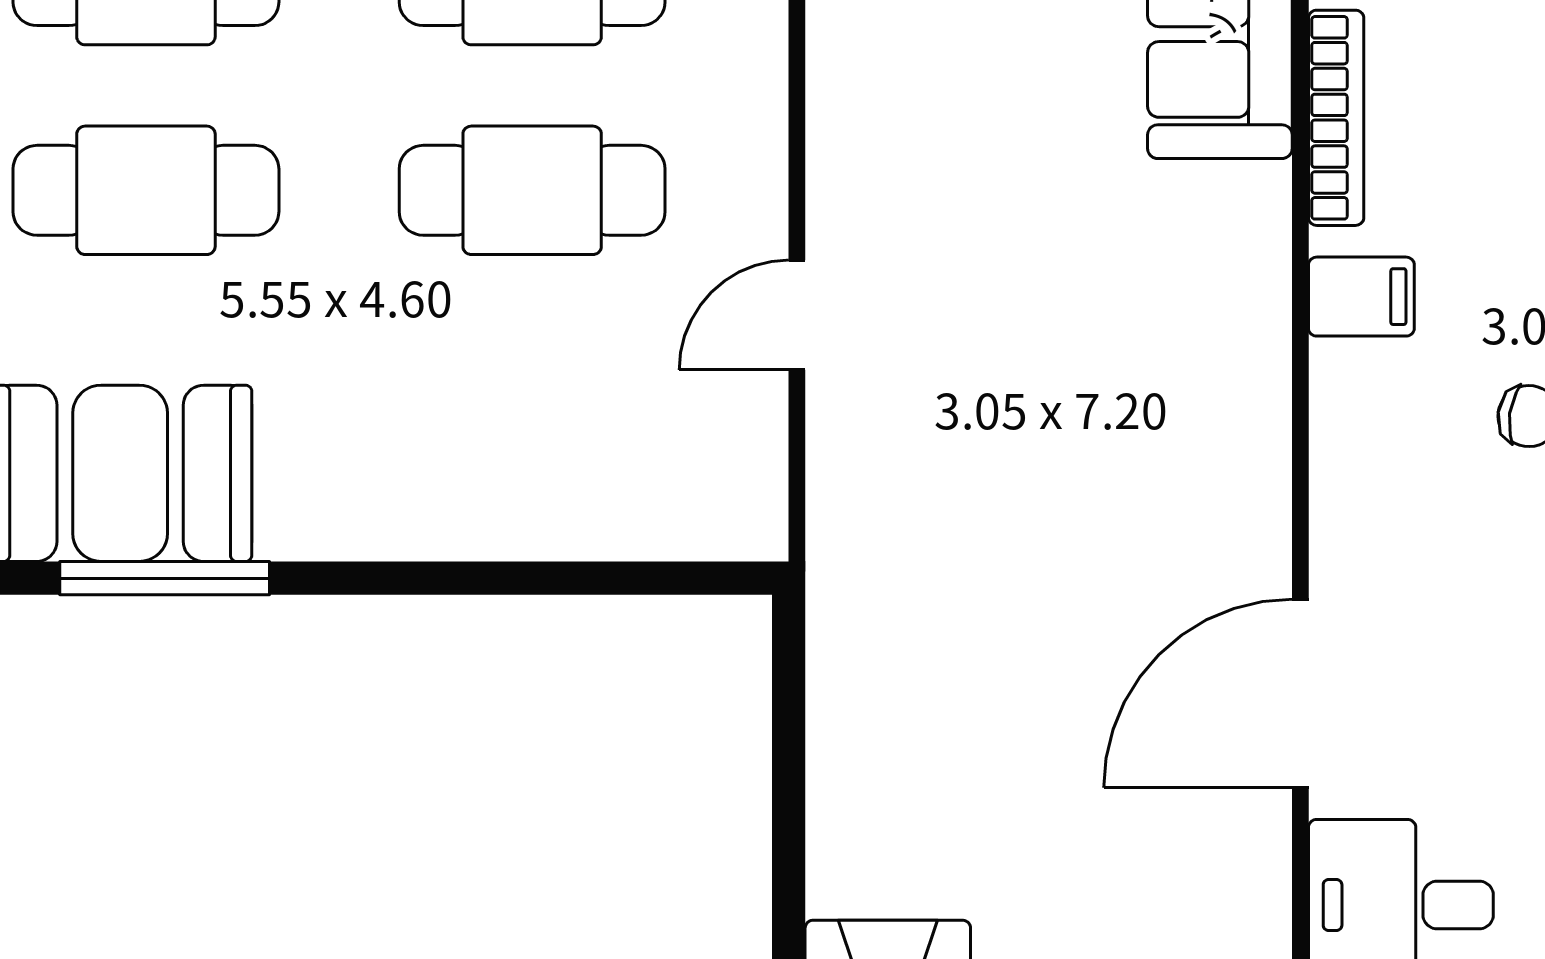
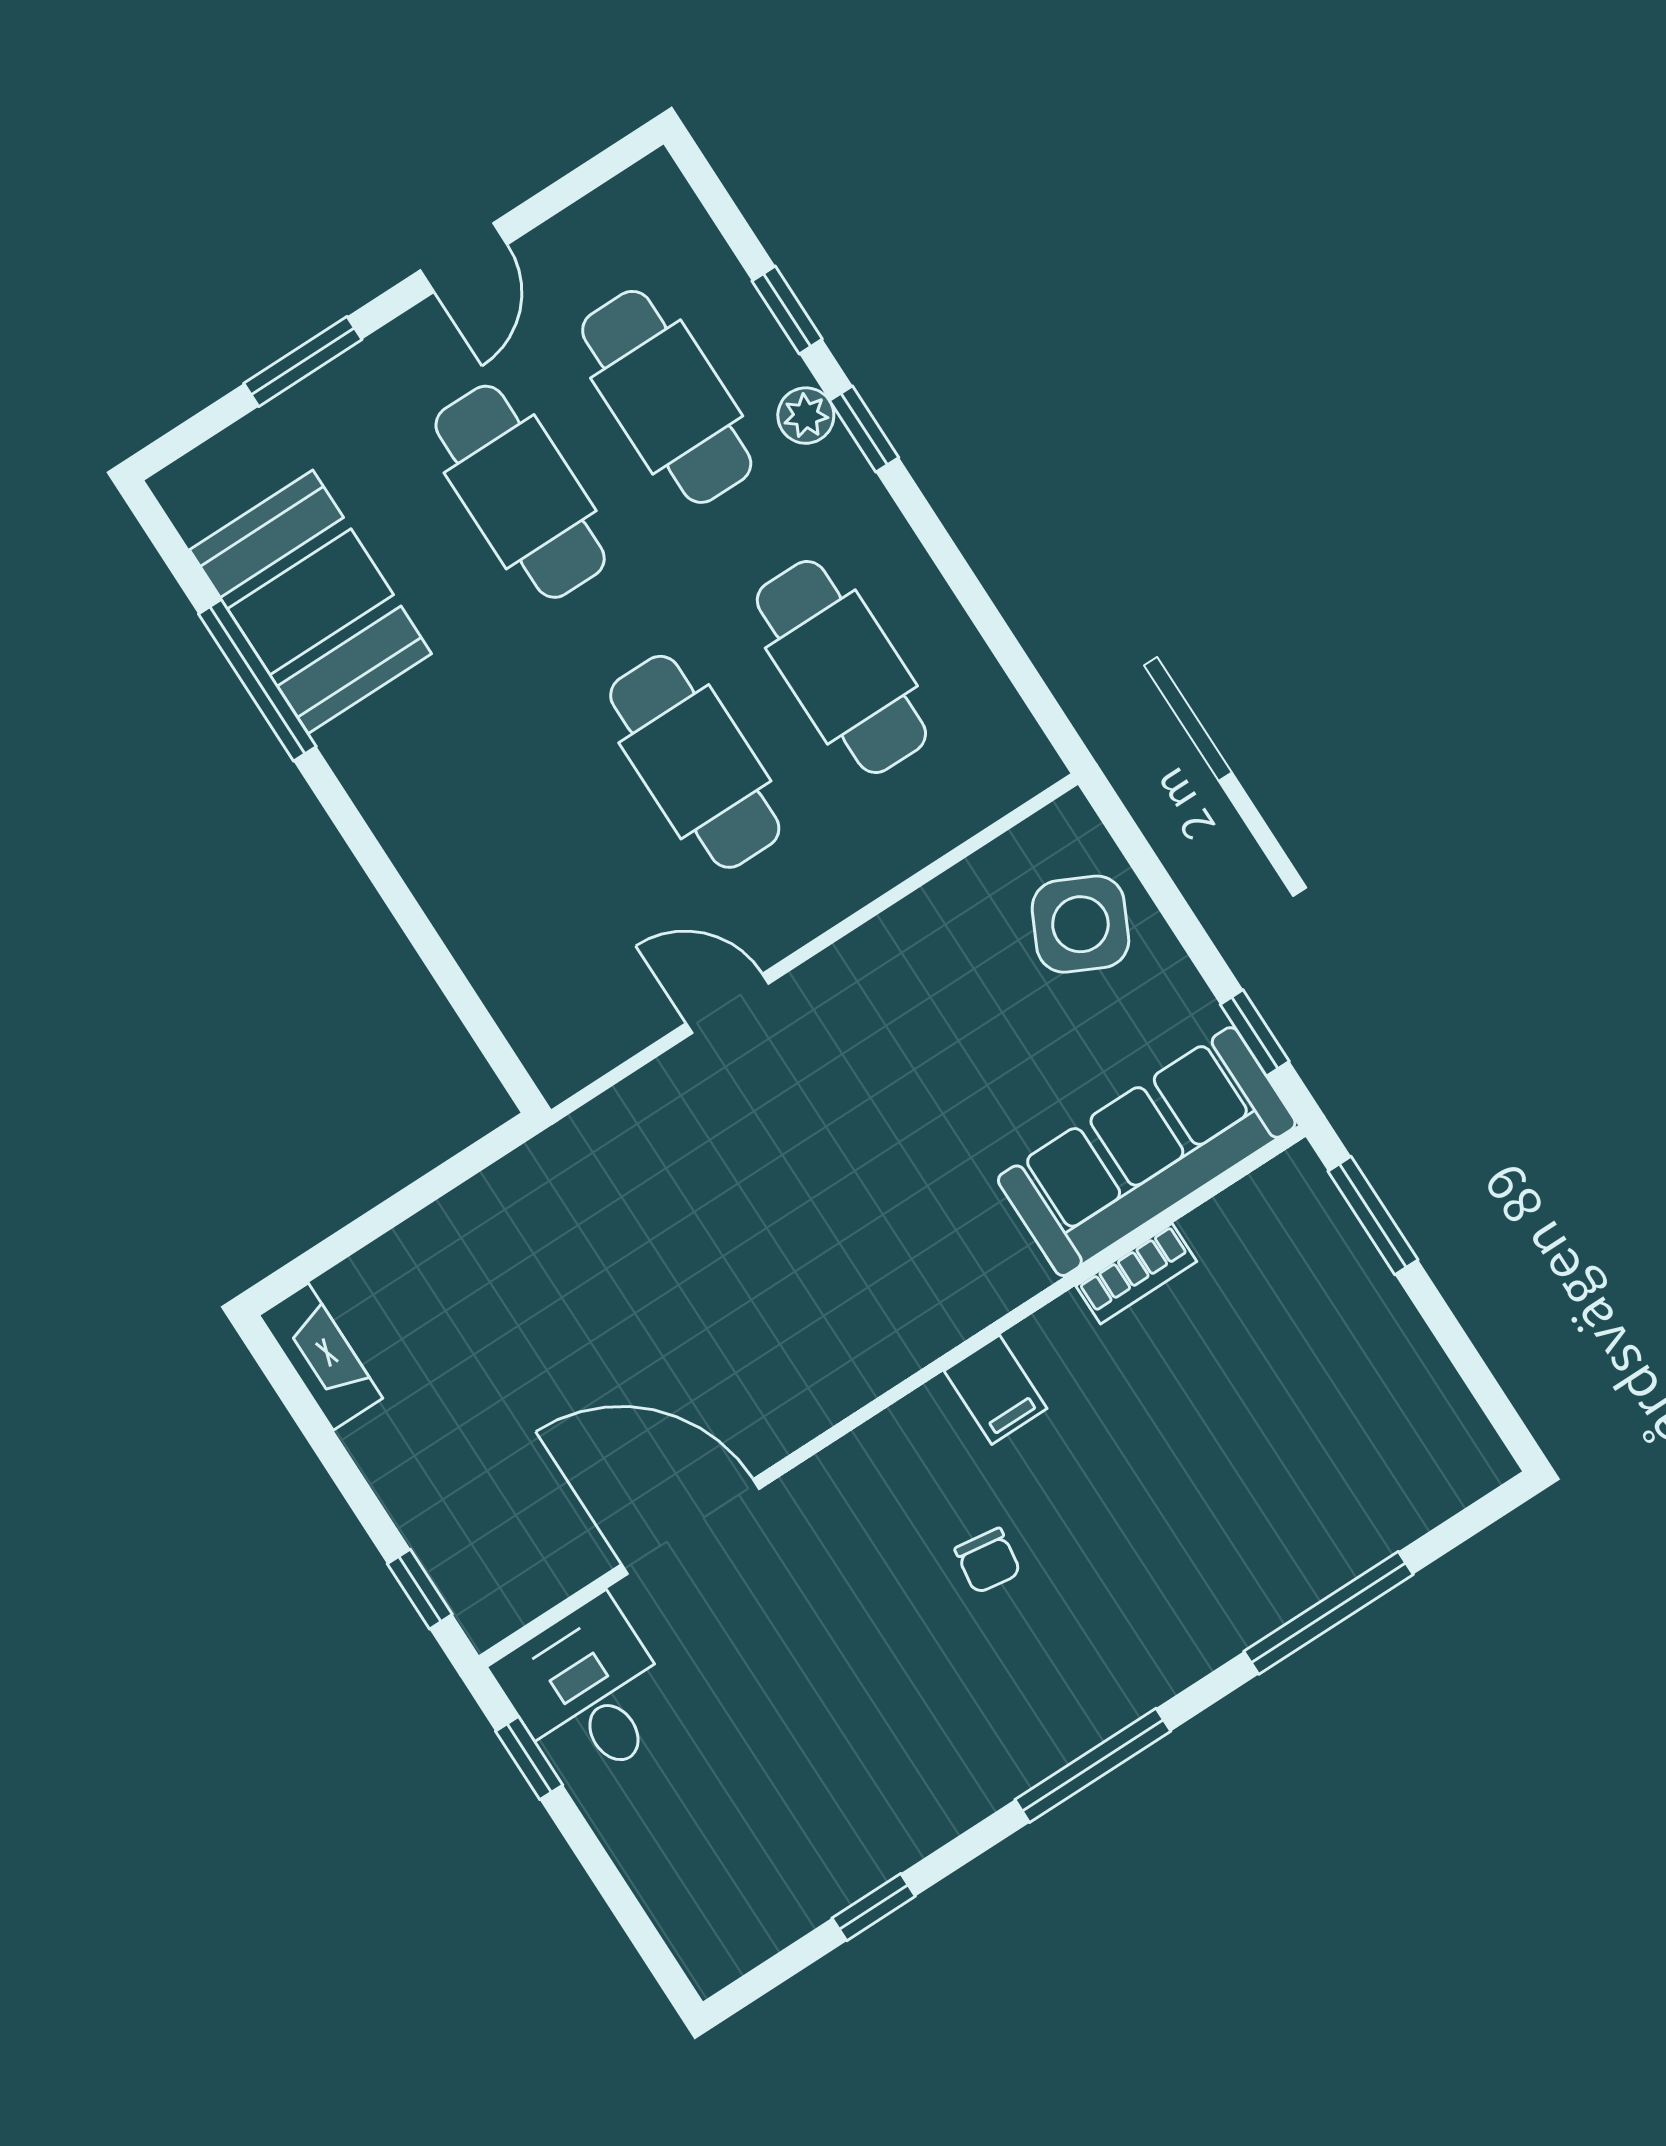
bookcase: (1336, 118) -> (1136, 1274), width x0.64

